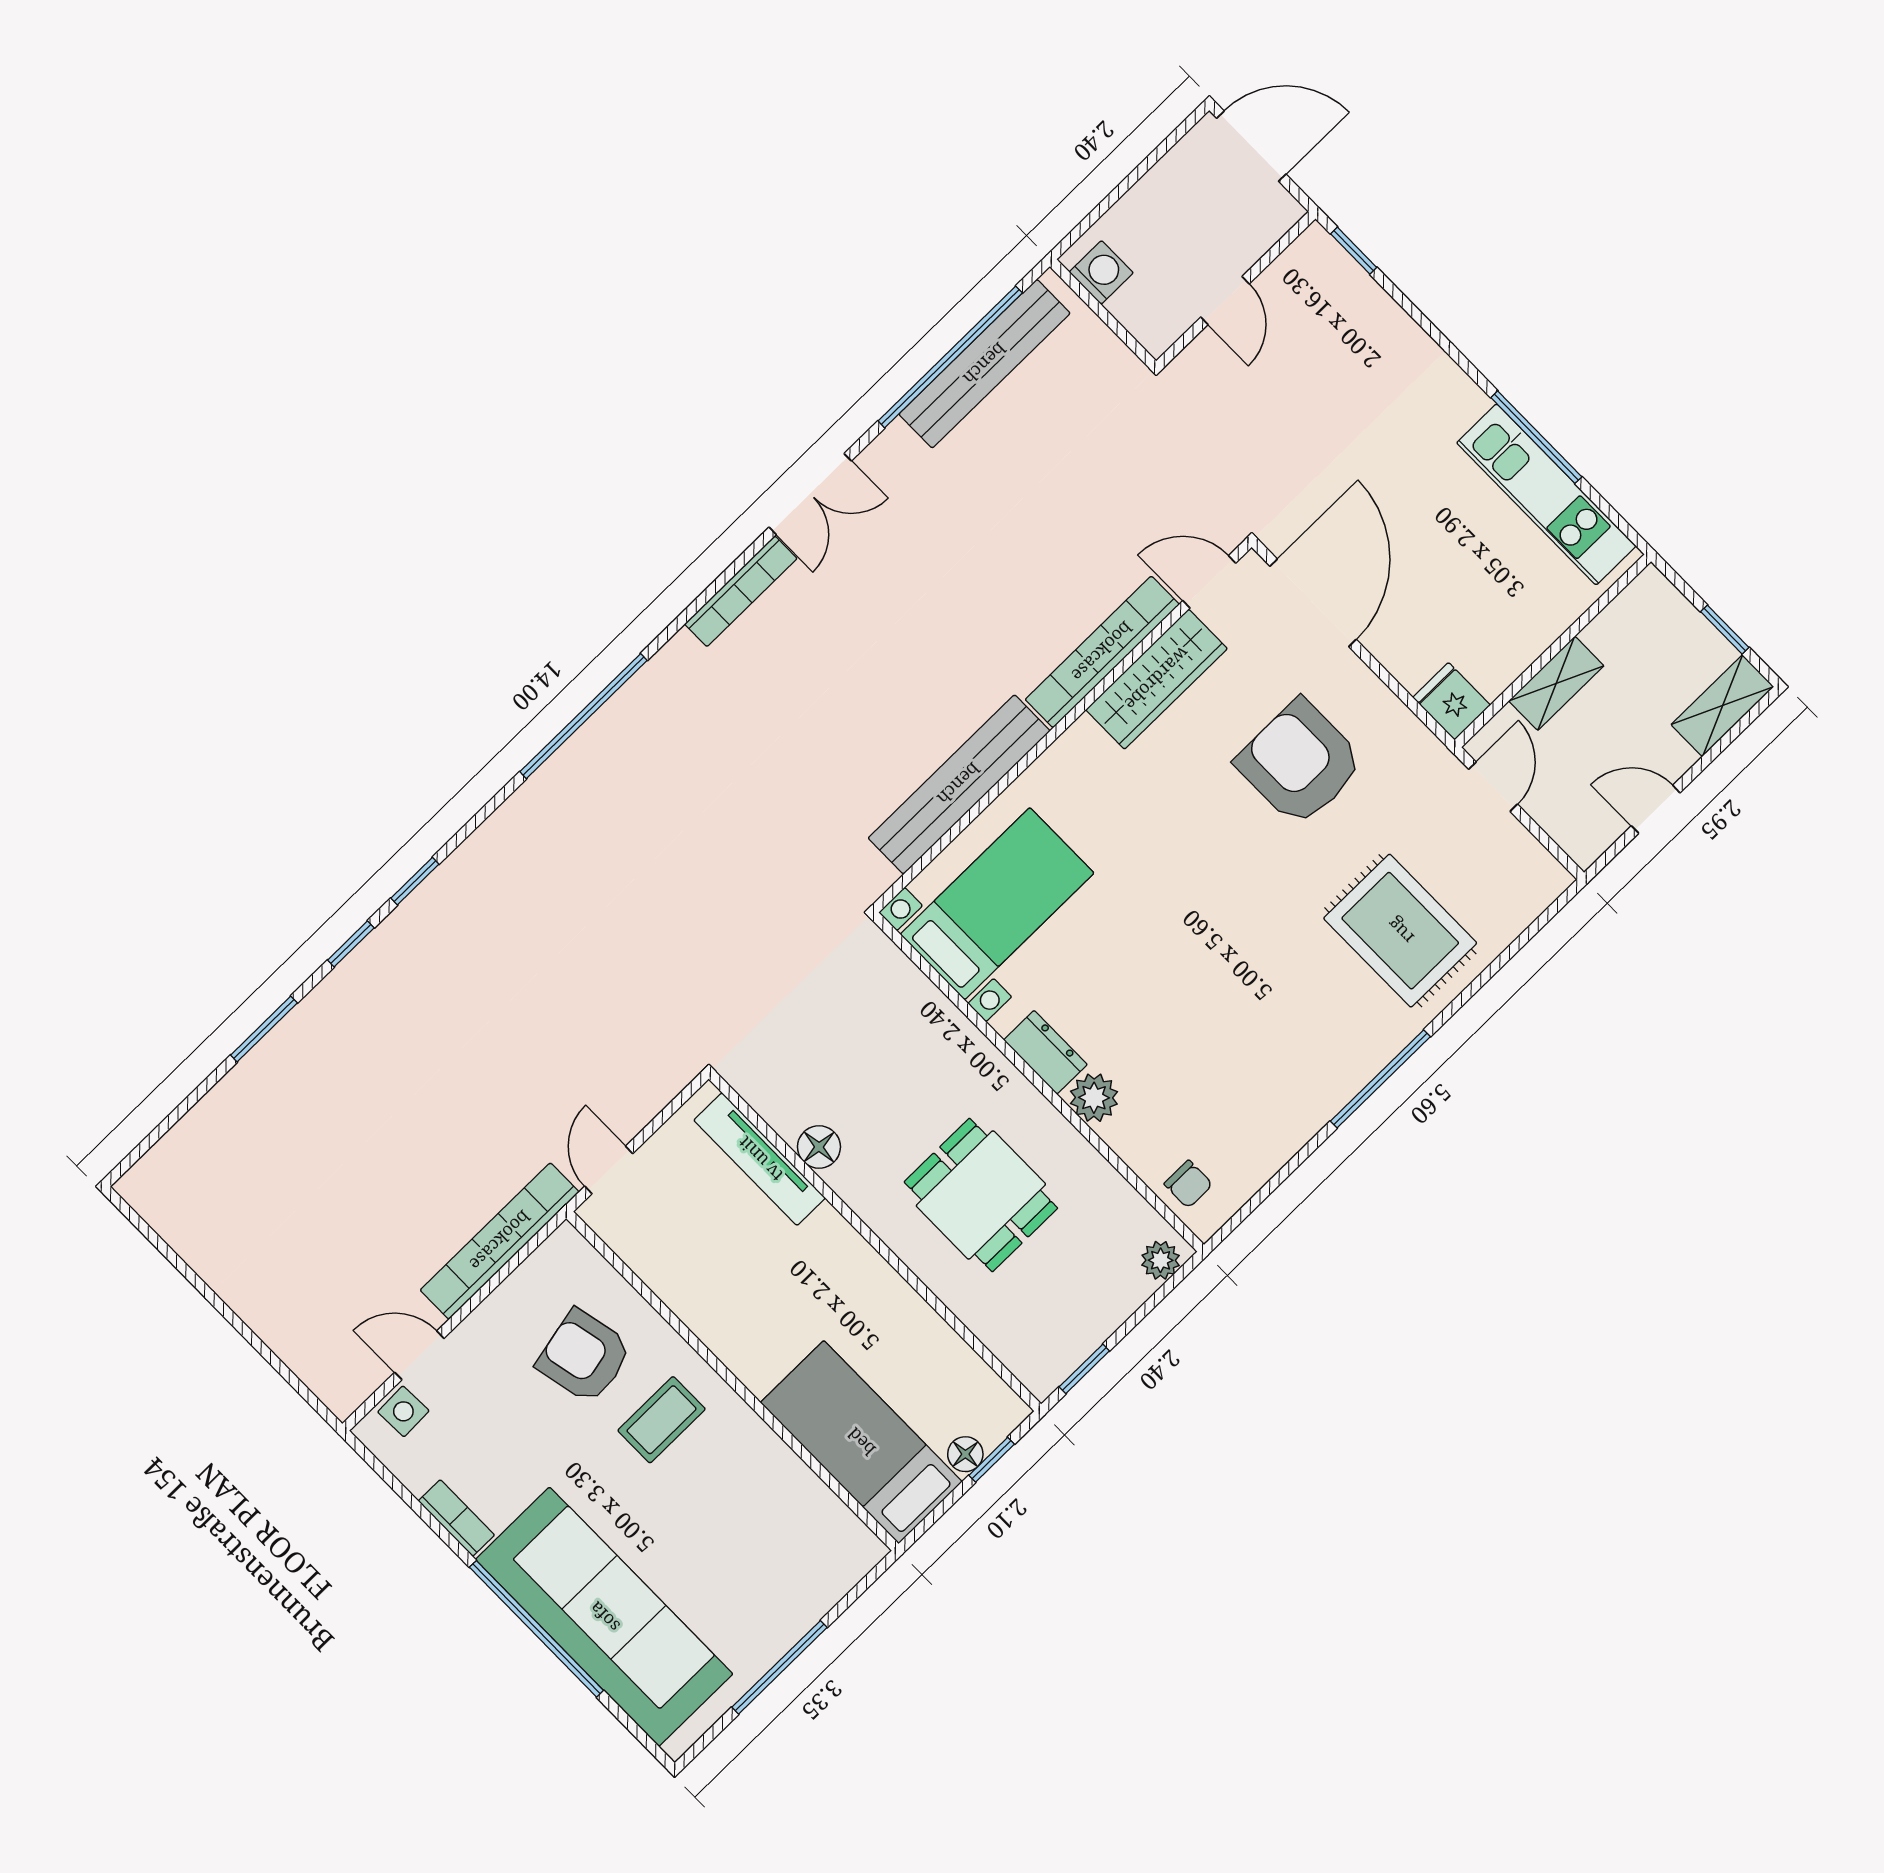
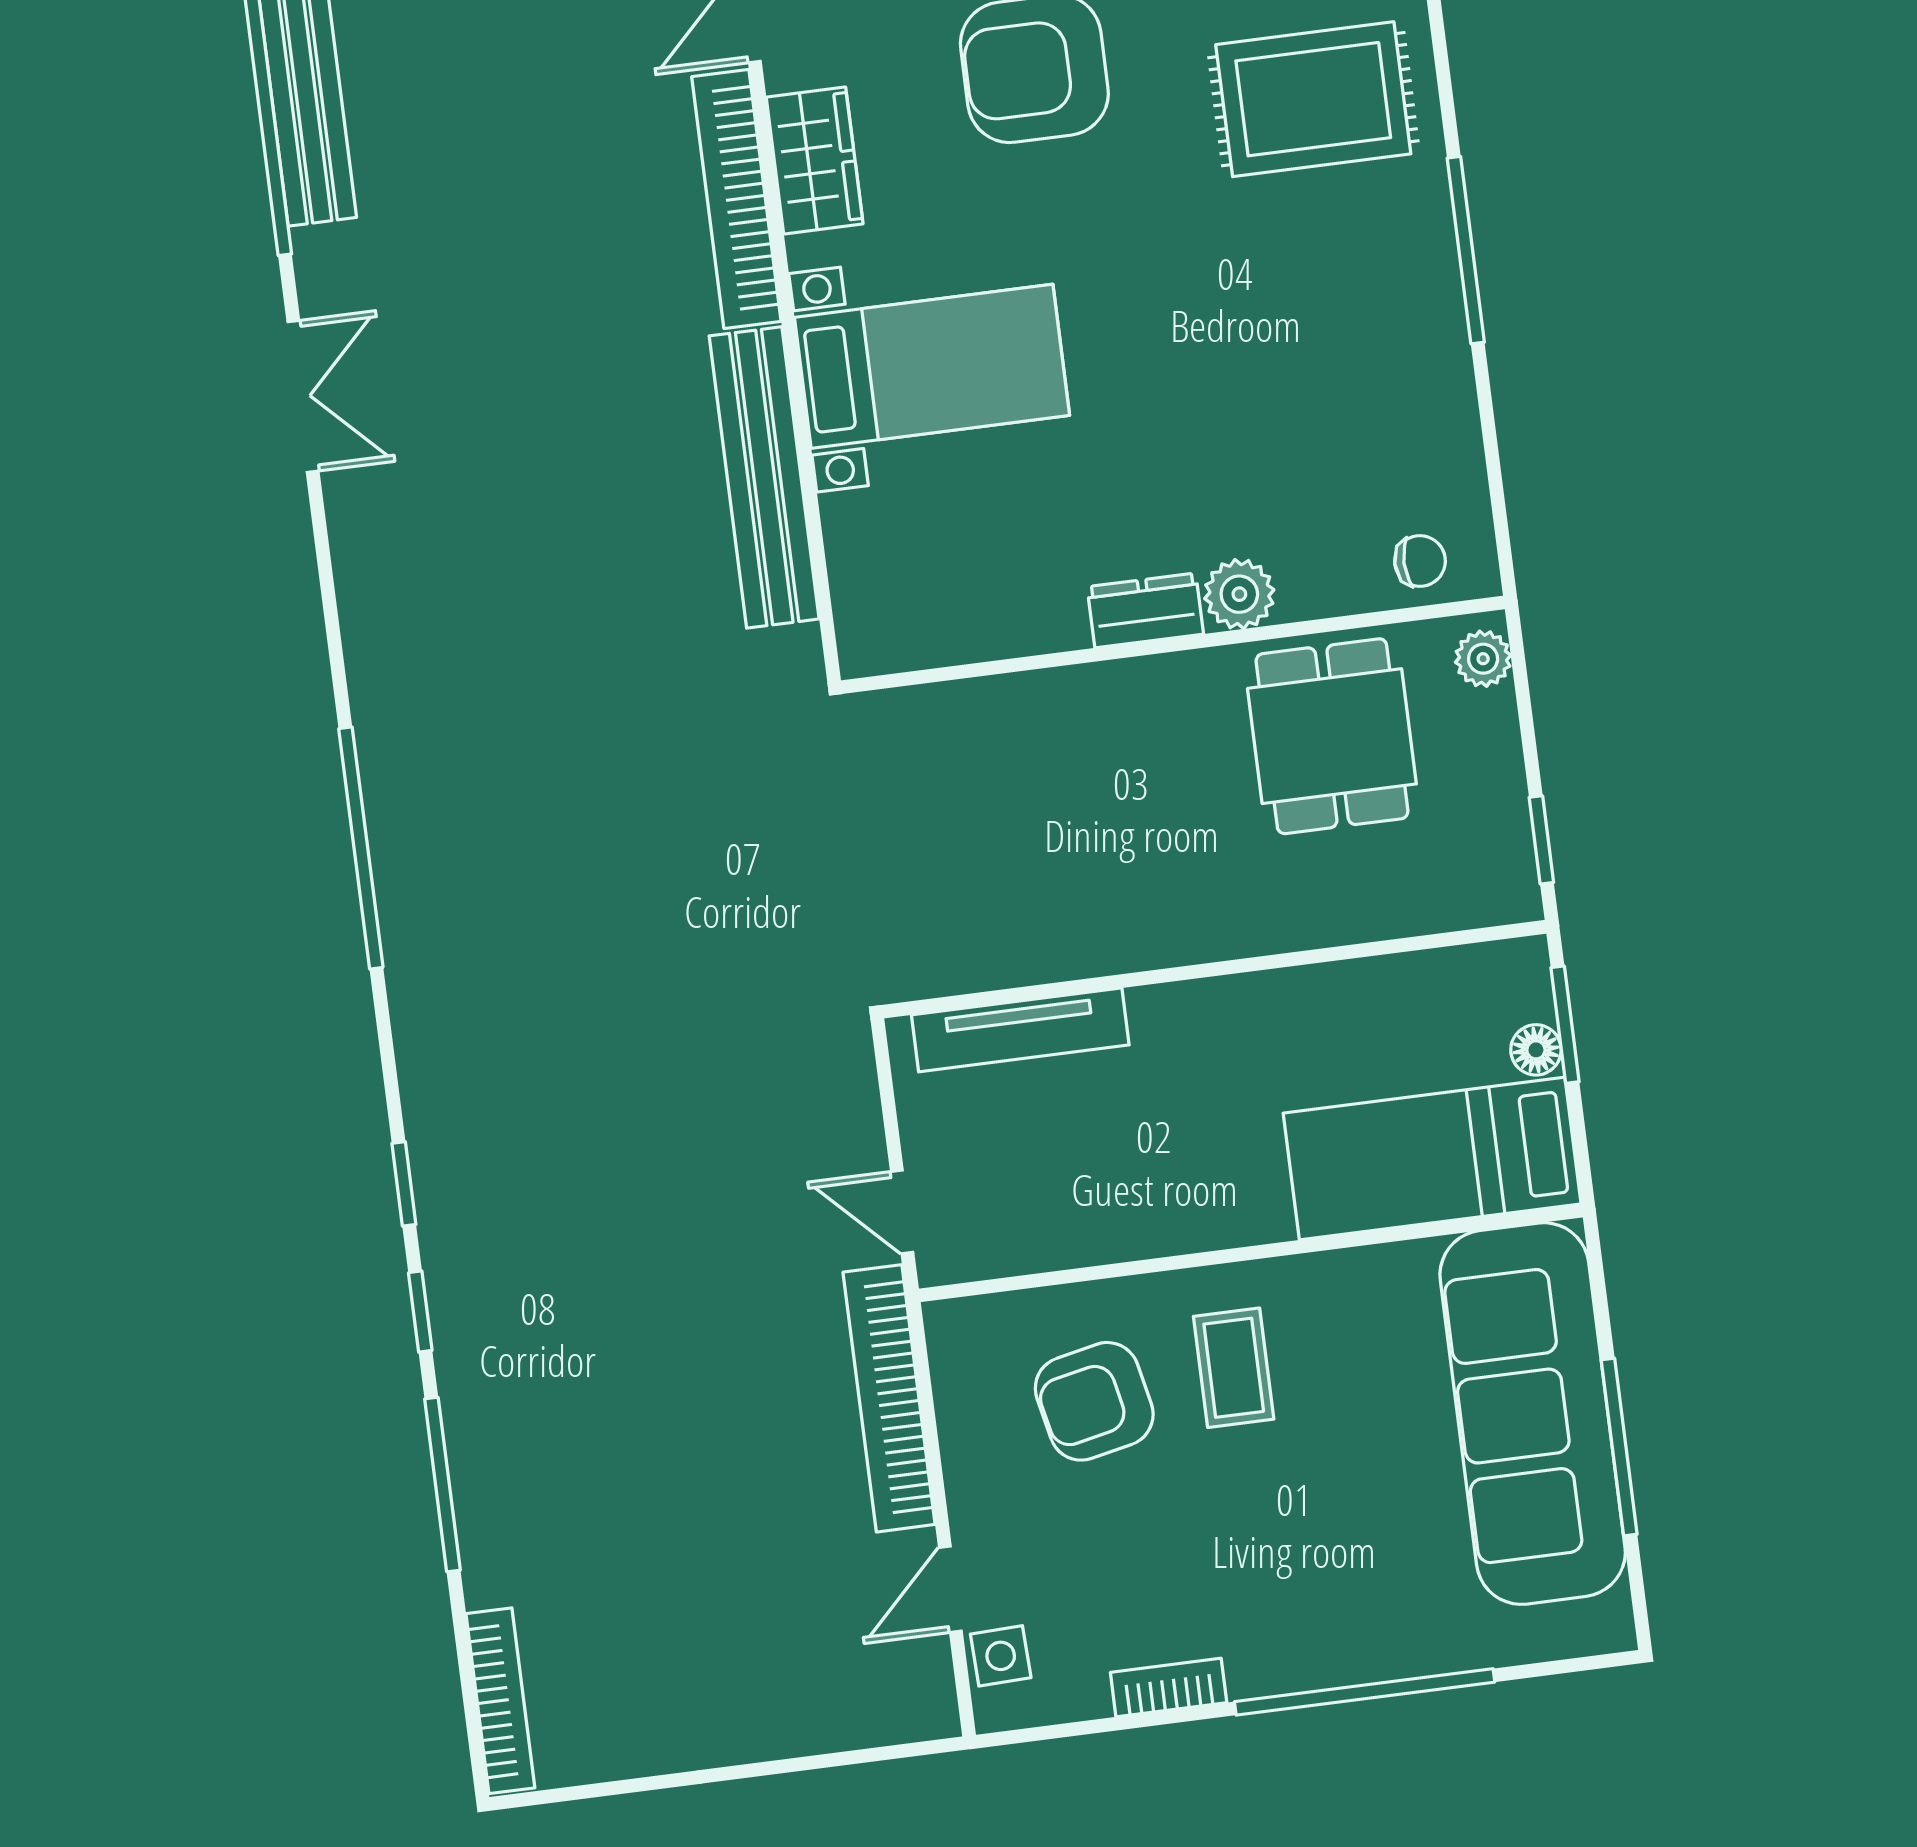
bookcase: (741, 591) -> (500, 1701), moved
wardrobe: (1157, 679) -> (815, 160), width x0.67
bed with nightstands: (997, 904) -> (932, 366), moved, turned 90
window: (264, 1029) -> (442, 1485), width x1.44
floor lamp: (819, 1147) -> (1058, 952), removed
dining table: (981, 1195) -> (1332, 736), moved, turned 90
window: (992, 1460) -> (1565, 1025), width x1.50
sofa: (604, 1617) -> (1533, 1414), moved, turned -90

